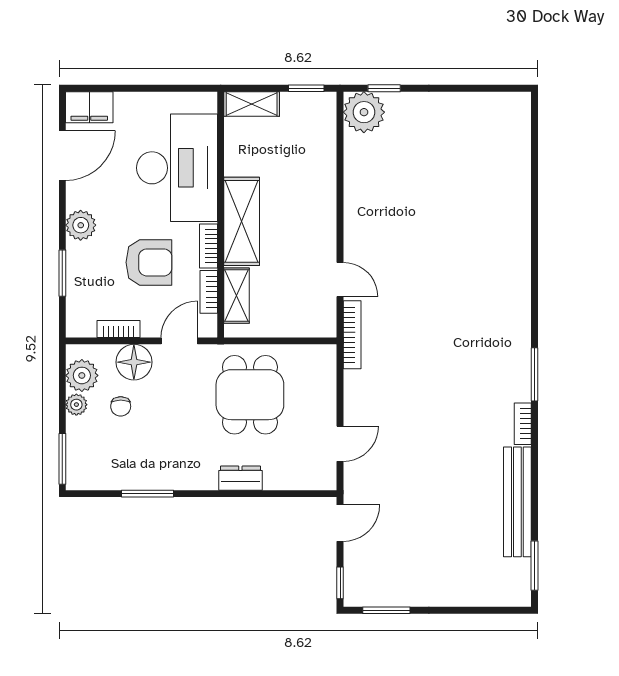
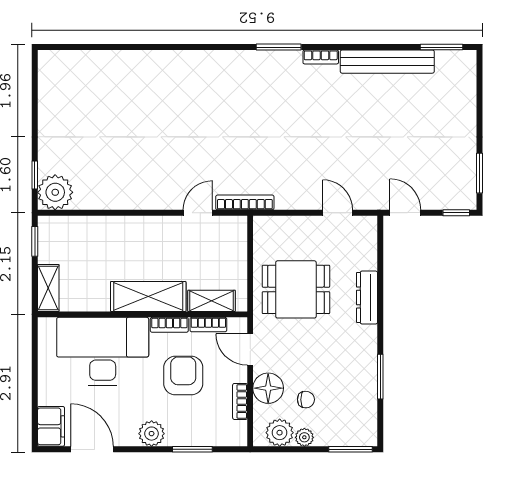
dresser: (240, 478) -> (367, 298), width x1.44

